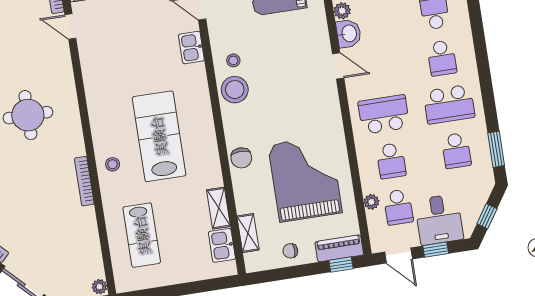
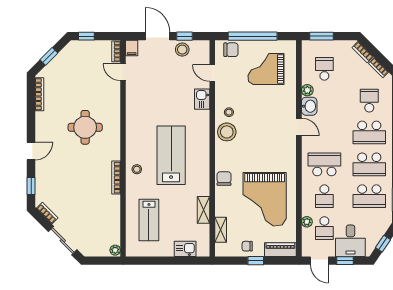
school desk: (442, 58) -> (369, 132), width x1.85
school desk: (456, 151) -> (369, 196), width x1.85
chair: (241, 158) -> (224, 179), turned 180
grand piano: (305, 179) -> (265, 199), turned 180
kitchen sink: (222, 245) -> (185, 249), moved, turned 90
window: (341, 265) -> (256, 261), moved

